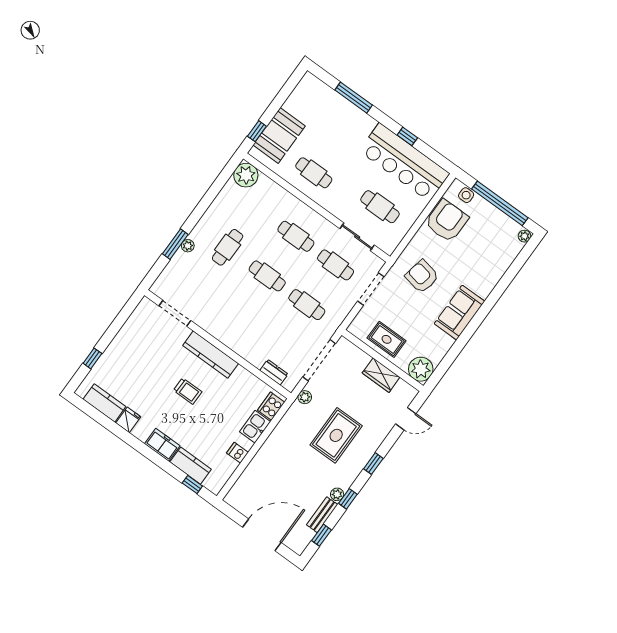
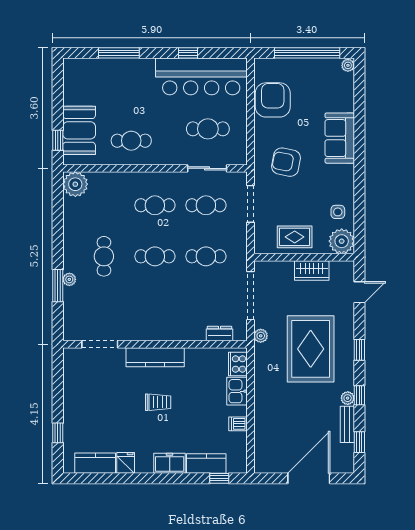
side table: (466, 195) -> (338, 212), moved
sofa: (459, 312) -> (340, 138), moved
rug: (336, 435) -> (311, 349), width x1.37, depth x1.44

